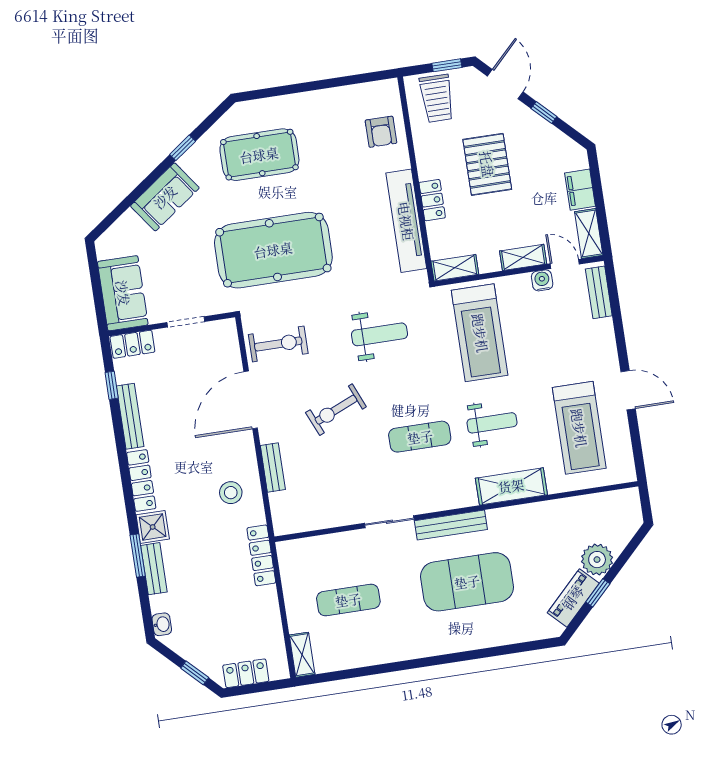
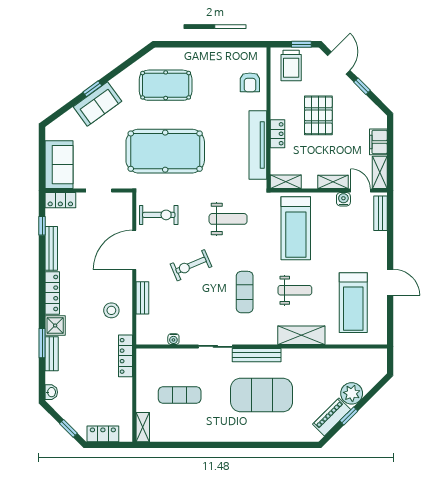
window: (183, 148) -> (92, 89), moved
exercise mat: (420, 437) -> (245, 292), turned 90
water cooler: (327, 520) -> (173, 339), added

